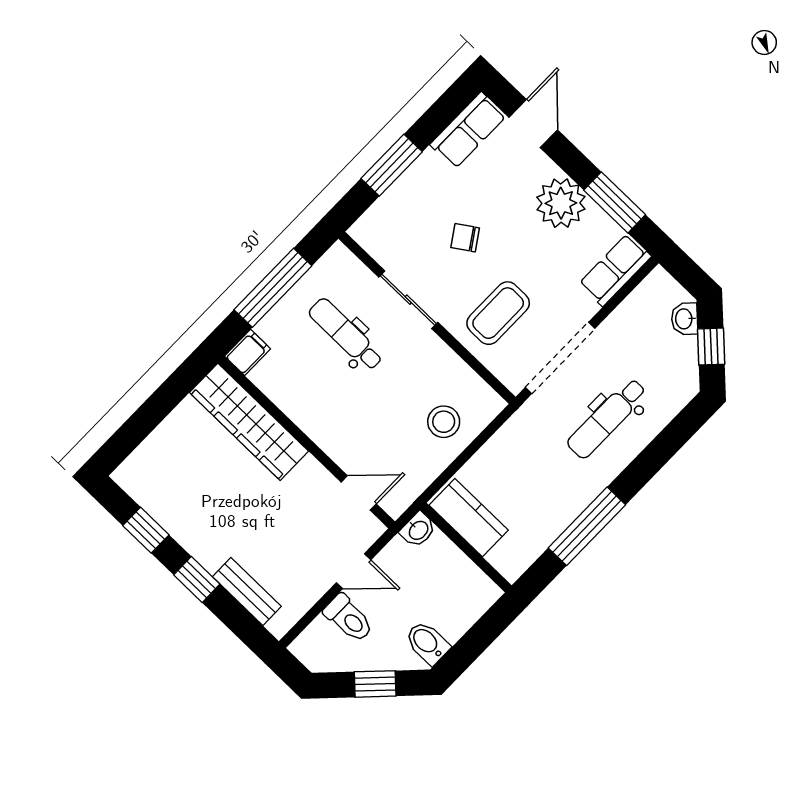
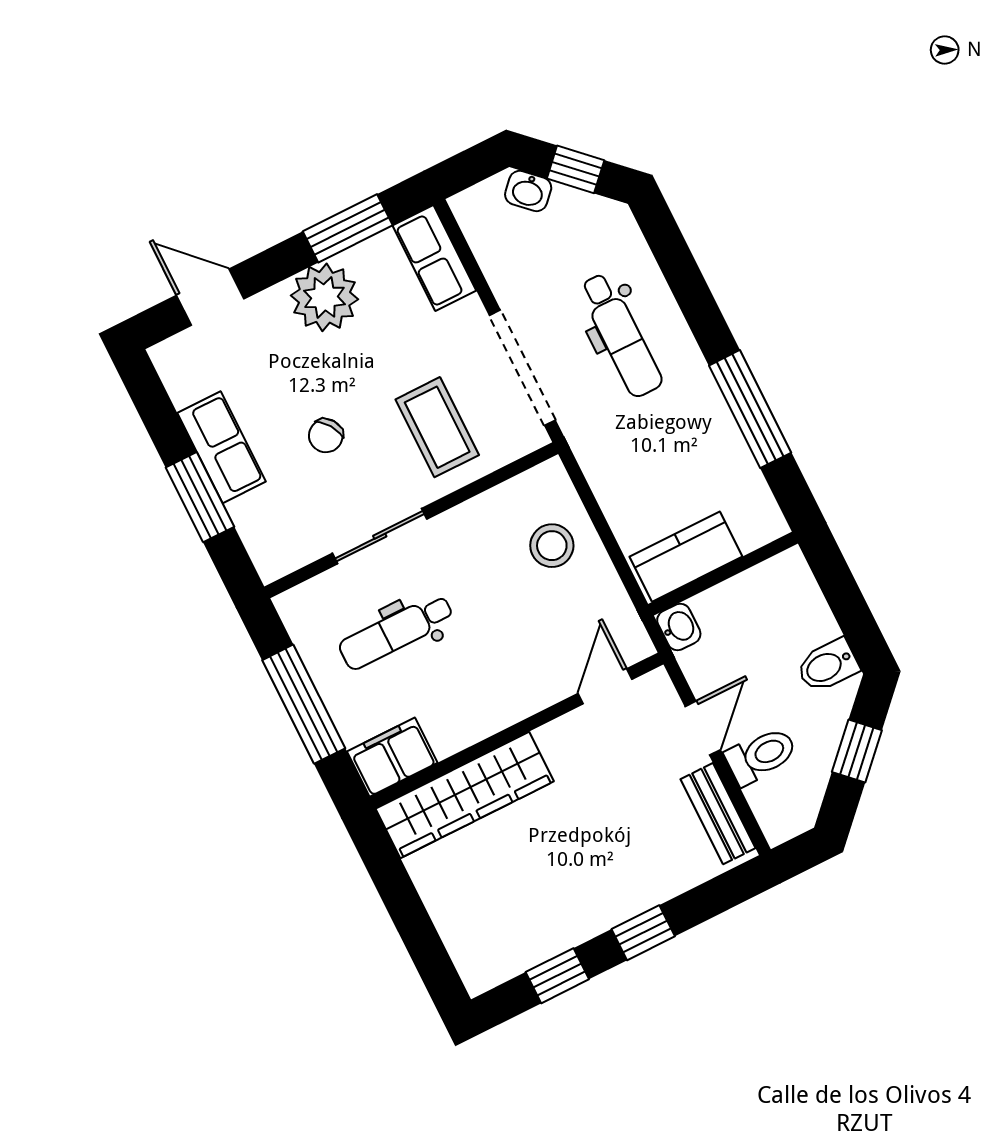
row of seats: (468, 130) -> (222, 447), moved
filing cabinet: (248, 352) -> (392, 757), width x2.00
bench: (247, 591) -> (718, 814), moved, turned 90

